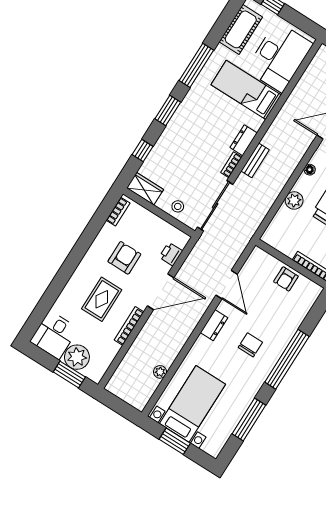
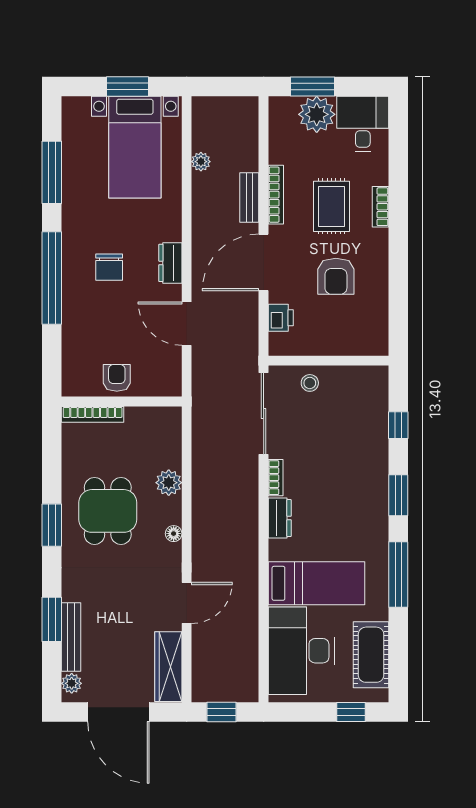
bench: (255, 160) -> (249, 198), moved
wardrobe: (145, 189) -> (365, 379), removed
bookcase: (118, 212) -> (380, 207), moved

